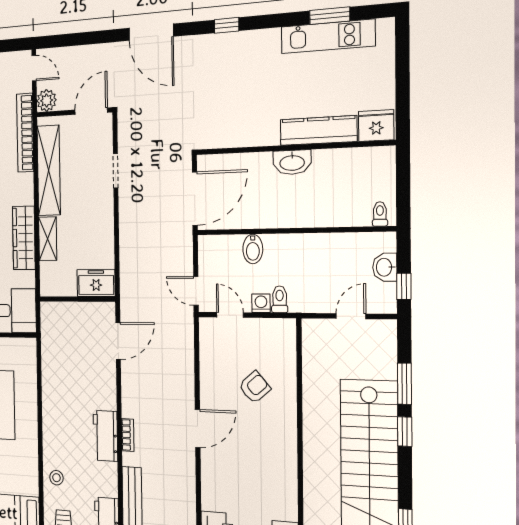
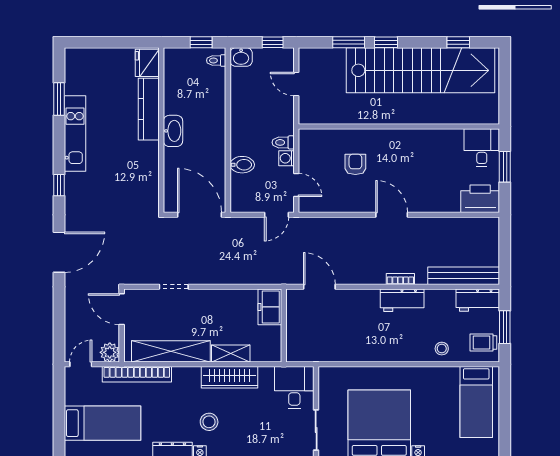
kitchen unit: (328, 36) -> (75, 134), moved
window: (403, 194) -> (201, 42), added
washbasin: (385, 267) -> (241, 57), moved
door: (230, 315) -> (296, 185), swing flipped
armchair: (255, 387) -> (355, 164), turned 41

